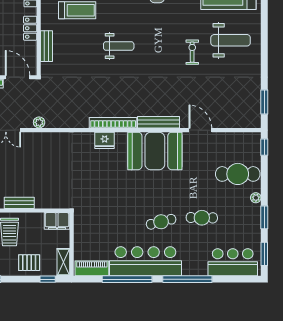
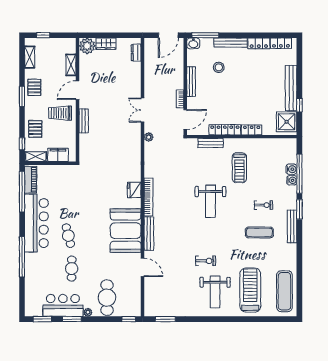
locker: (30, 28) -> (225, 130), width x1.53
weight bench: (119, 46) -> (210, 201), width x1.36, depth x1.33
door: (200, 130) -> (143, 267), hinge flipped
filing cabinet: (57, 221) -> (58, 155), moved, turned 90
bar counter: (233, 262) -> (63, 305), moved, turned -90
window: (127, 279) -> (22, 192), moved

